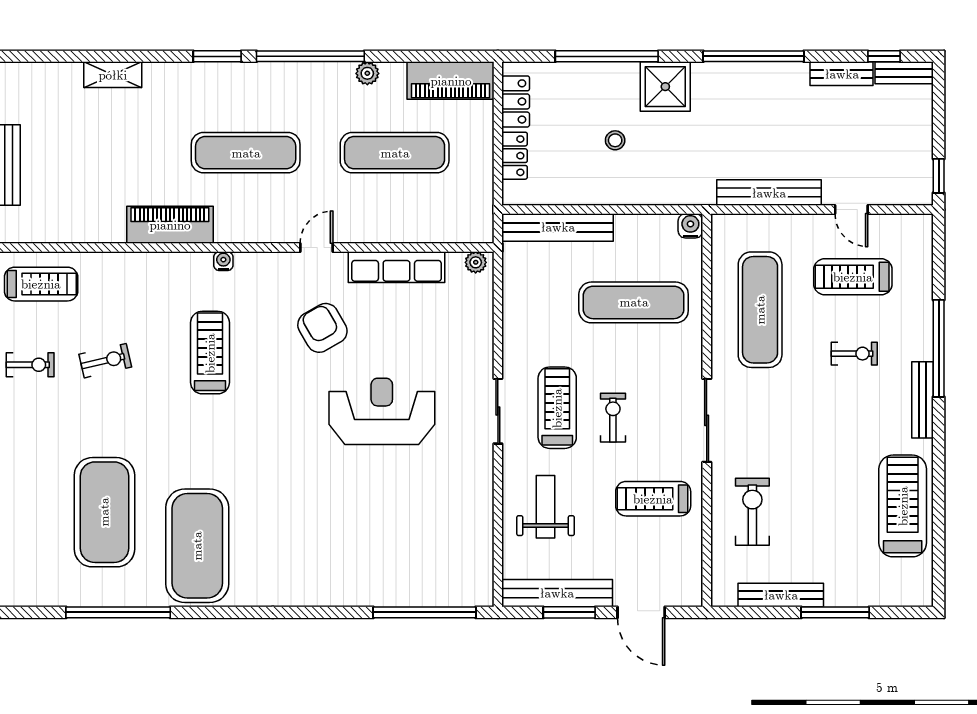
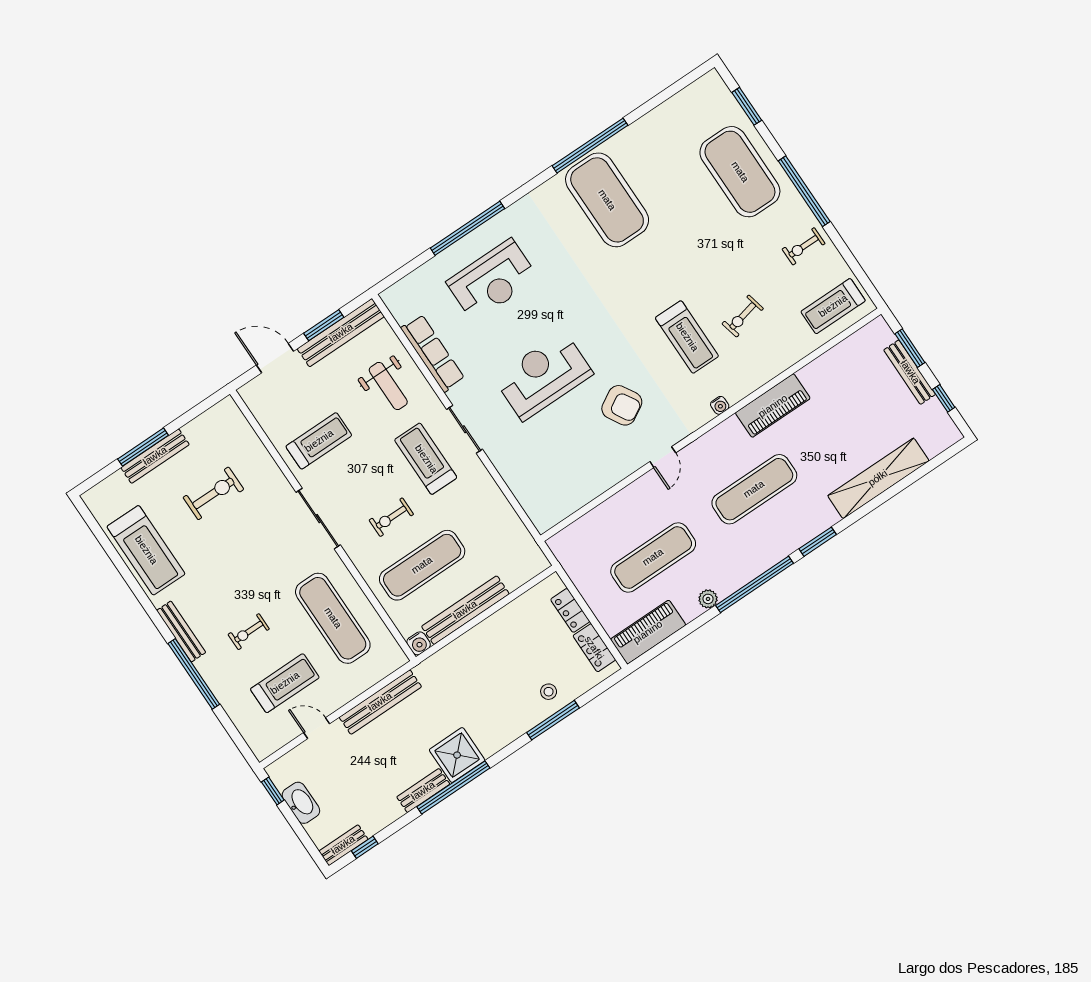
window: (607, 56) -> (553, 720), width x0.68
bench: (842, 74) -> (423, 791), moved
shelving: (113, 75) -> (878, 478), width x2.20, depth x1.33
shower: (665, 87) -> (457, 755), moved
stool: (615, 140) -> (549, 692), moved
washbasin: (918, 145) -> (301, 803), added
bench: (558, 227) -> (465, 610), moved
plant: (476, 262) -> (548, 520), removed
row of seats: (396, 267) -> (433, 353), moved, turned 90
exercise bike: (105, 361) -> (743, 316), moved
treadmill: (557, 408) -> (426, 459), turned 180
reception desk: (382, 411) -> (543, 376), turned 180
exercise bike: (613, 418) -> (391, 517), moved, turned 90
exercise mat: (104, 512) -> (740, 172), moved
exercise bike: (752, 512) -> (213, 493), moved, turned -90
reception desk: (368, 543) -> (492, 280), added
bench: (781, 595) -> (155, 456), moved
window: (118, 612) -> (590, 146), moved
window: (425, 612) -> (467, 228), moved

